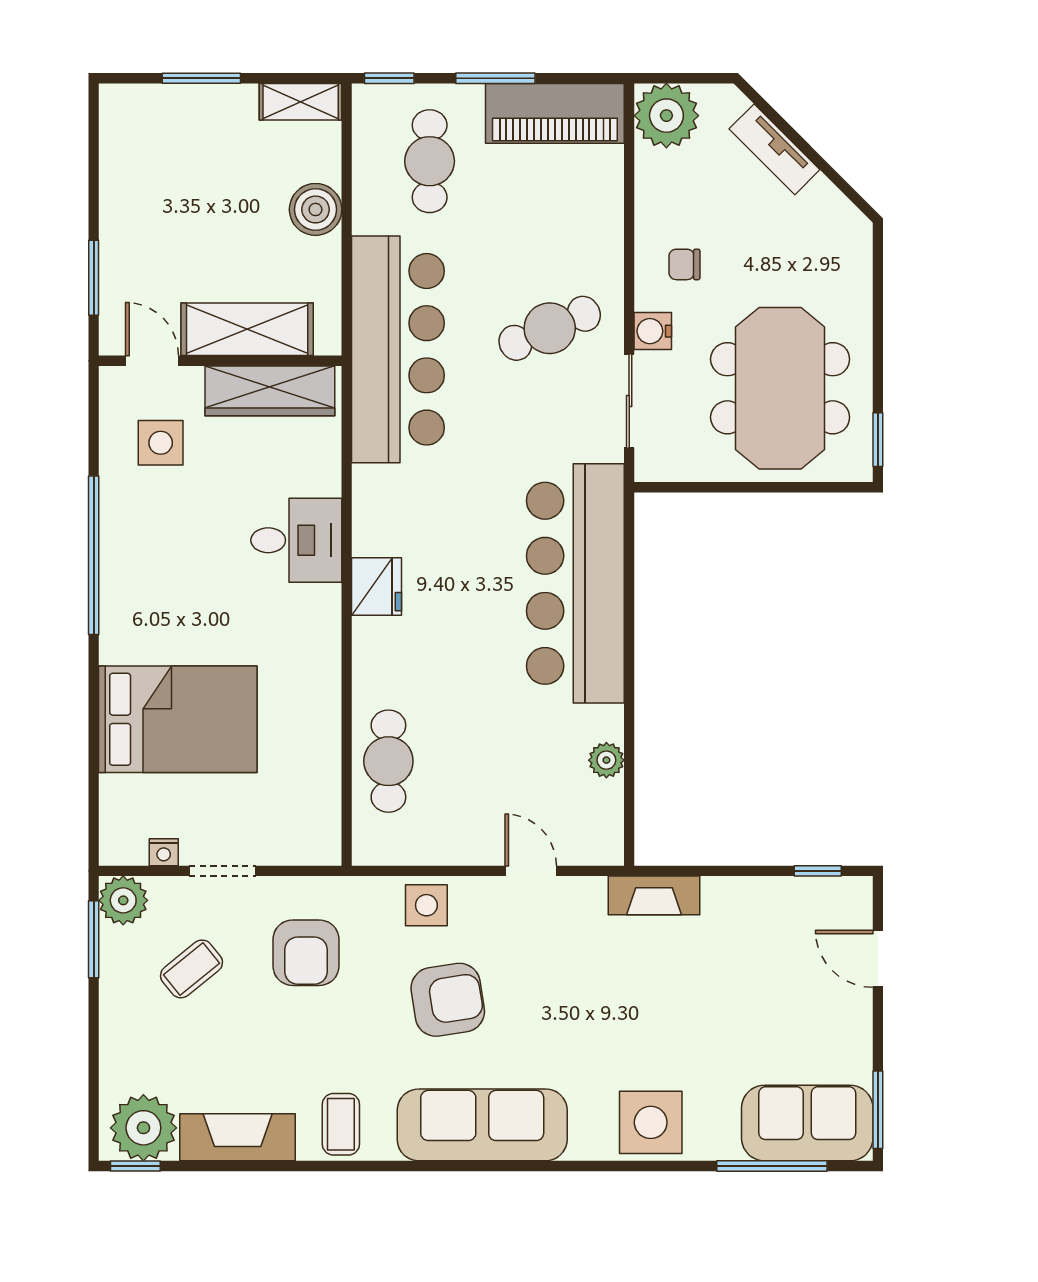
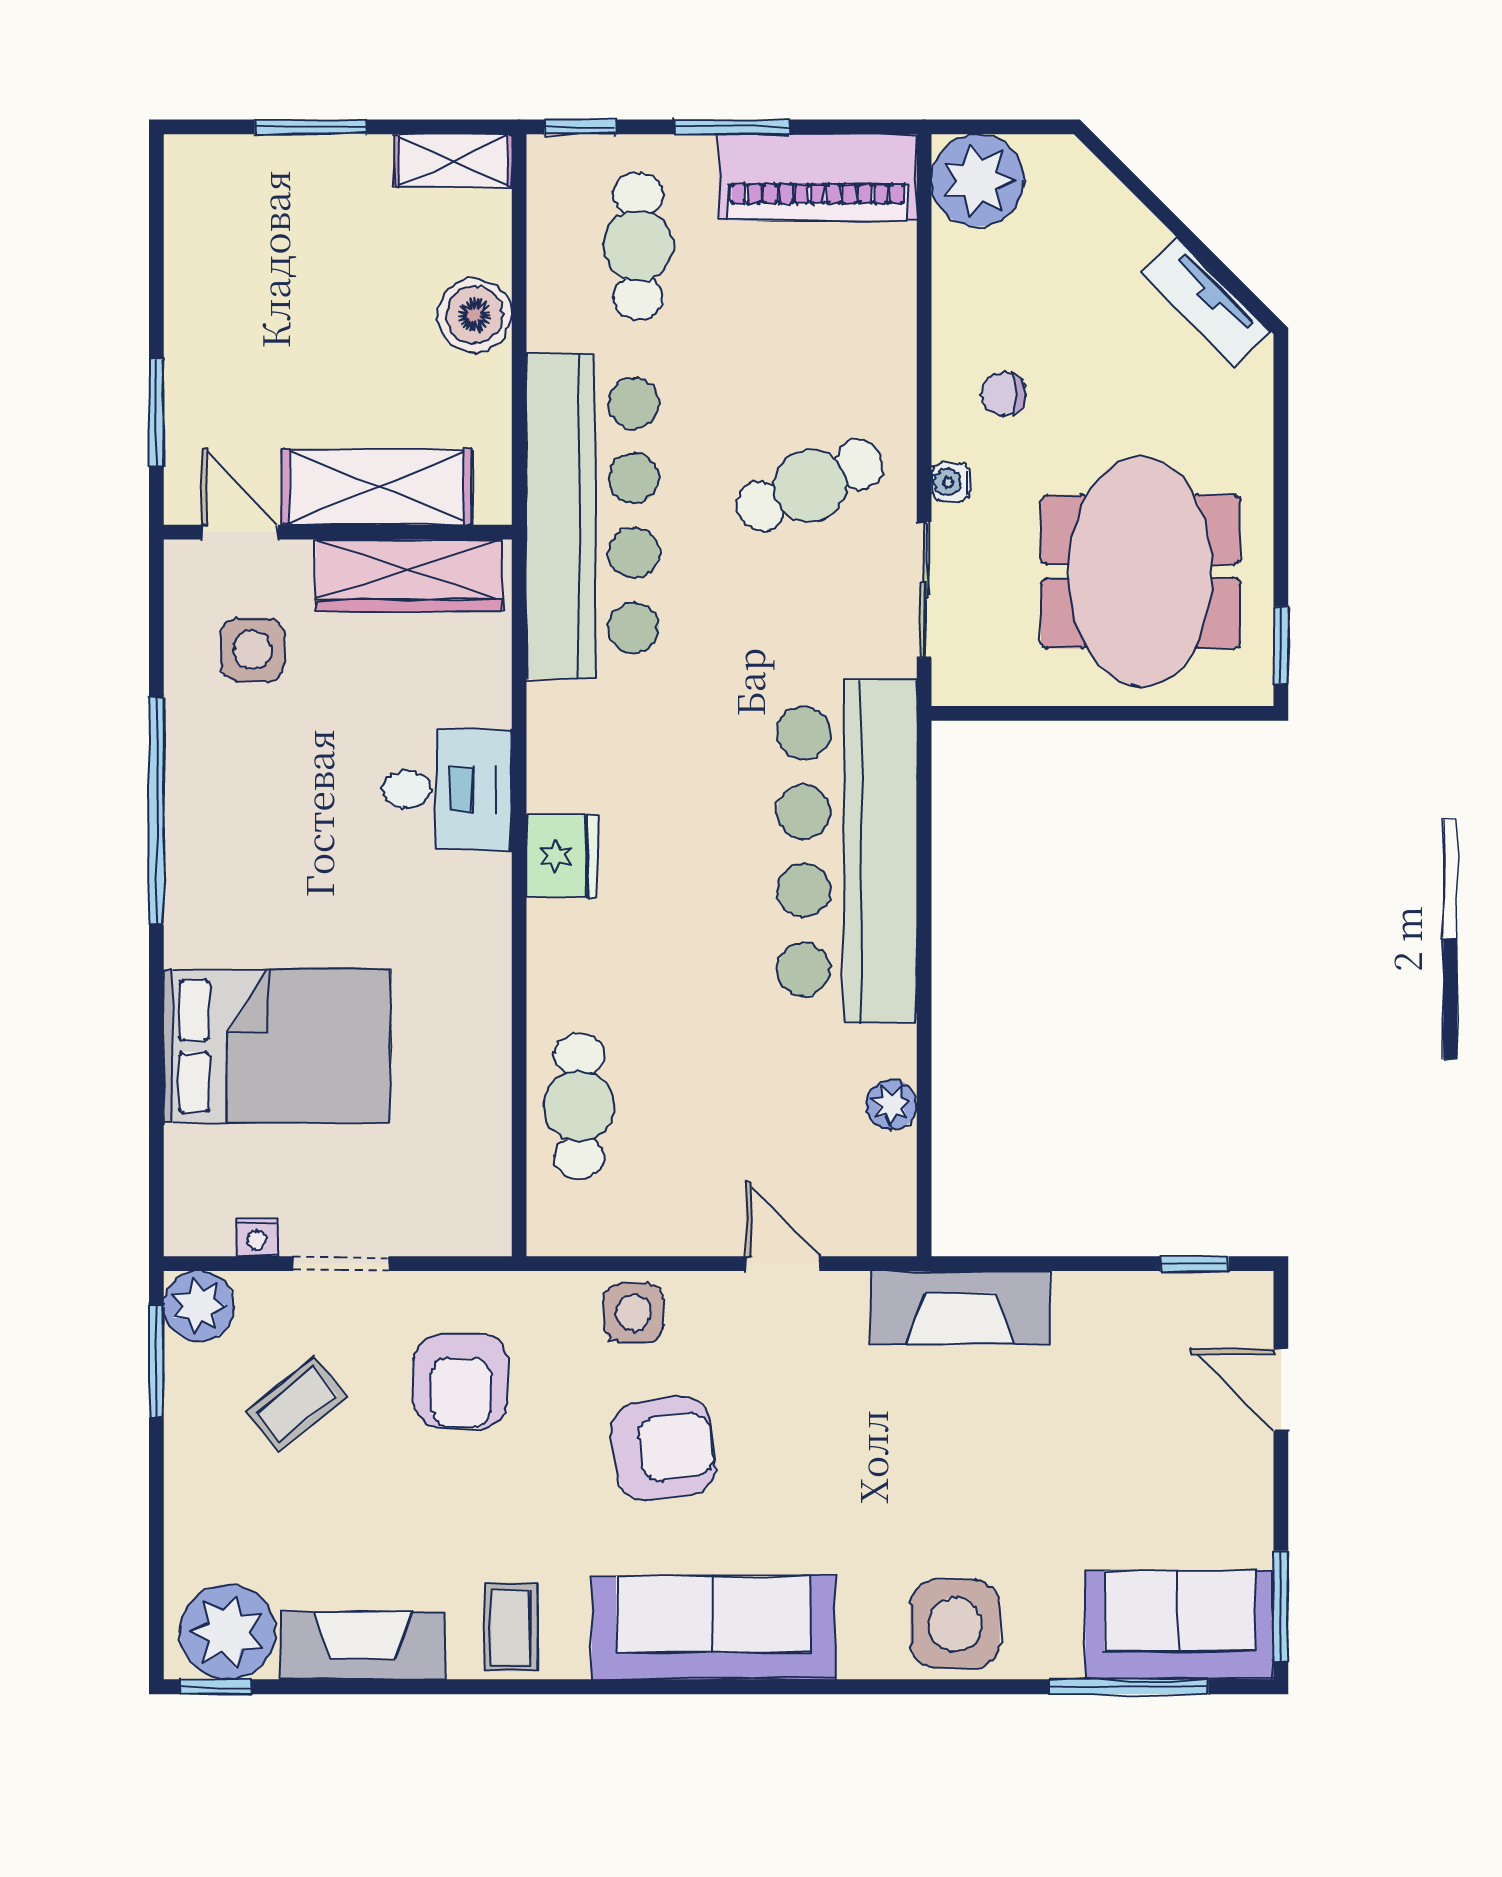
tv unit: (774, 149) -> (1205, 302), moved
water cooler: (653, 331) -> (951, 482), width x0.72, depth x0.72
fireplace: (654, 895) -> (960, 1308), width x1.37, depth x1.32

